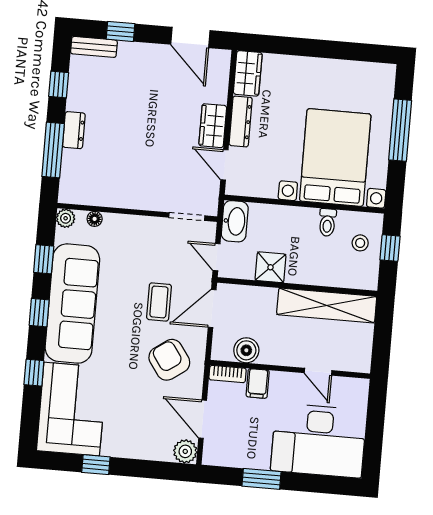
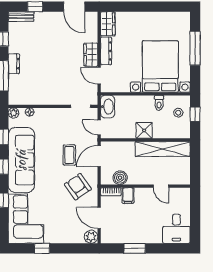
shower: (270, 267) -> (144, 130), moved
desk: (319, 440) -> (176, 229), width x0.53, depth x0.77

